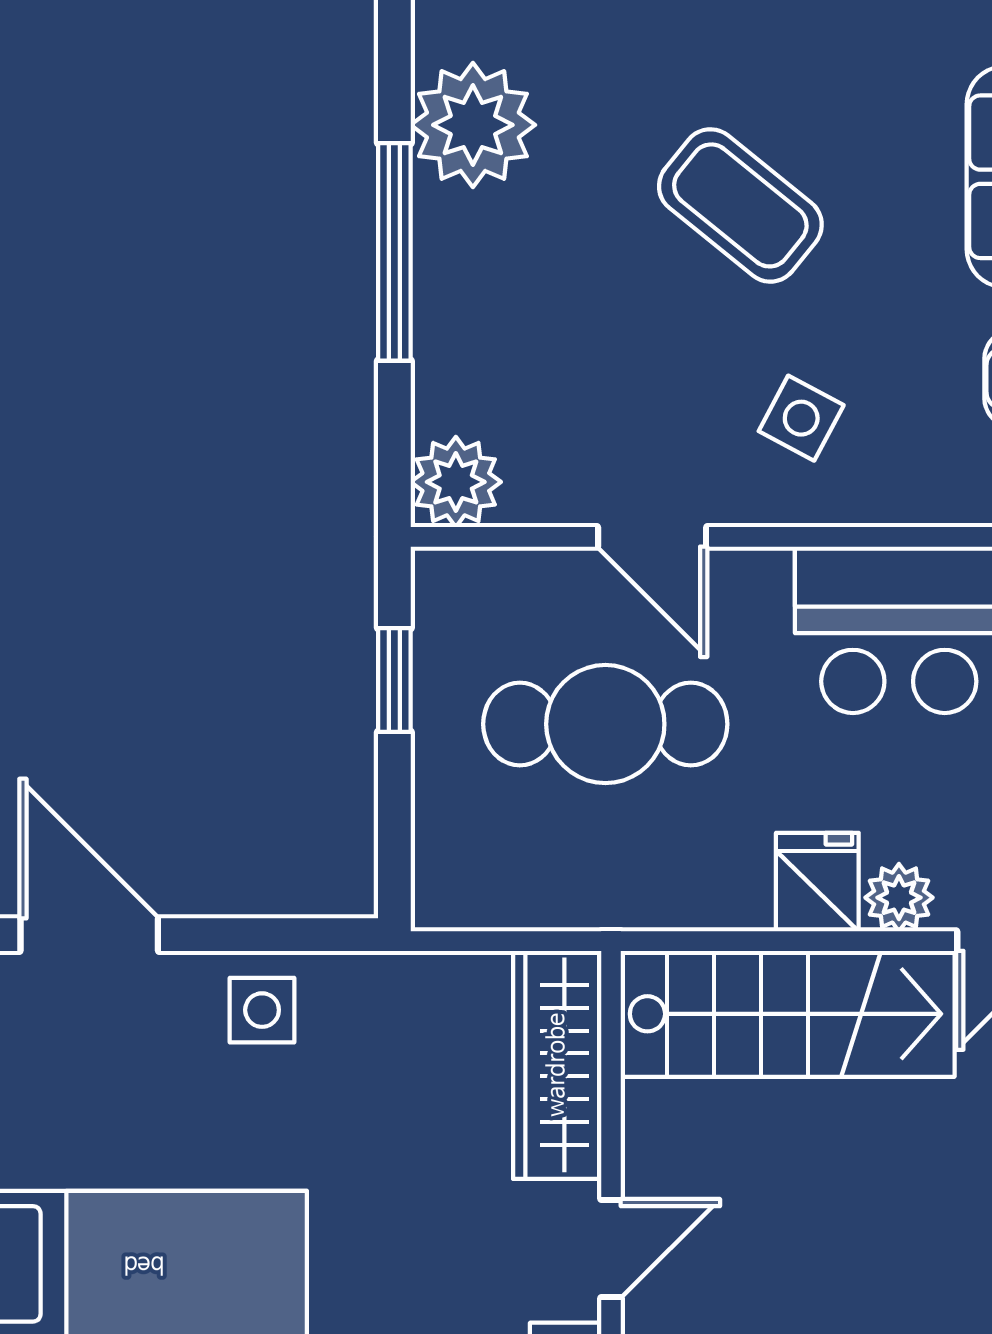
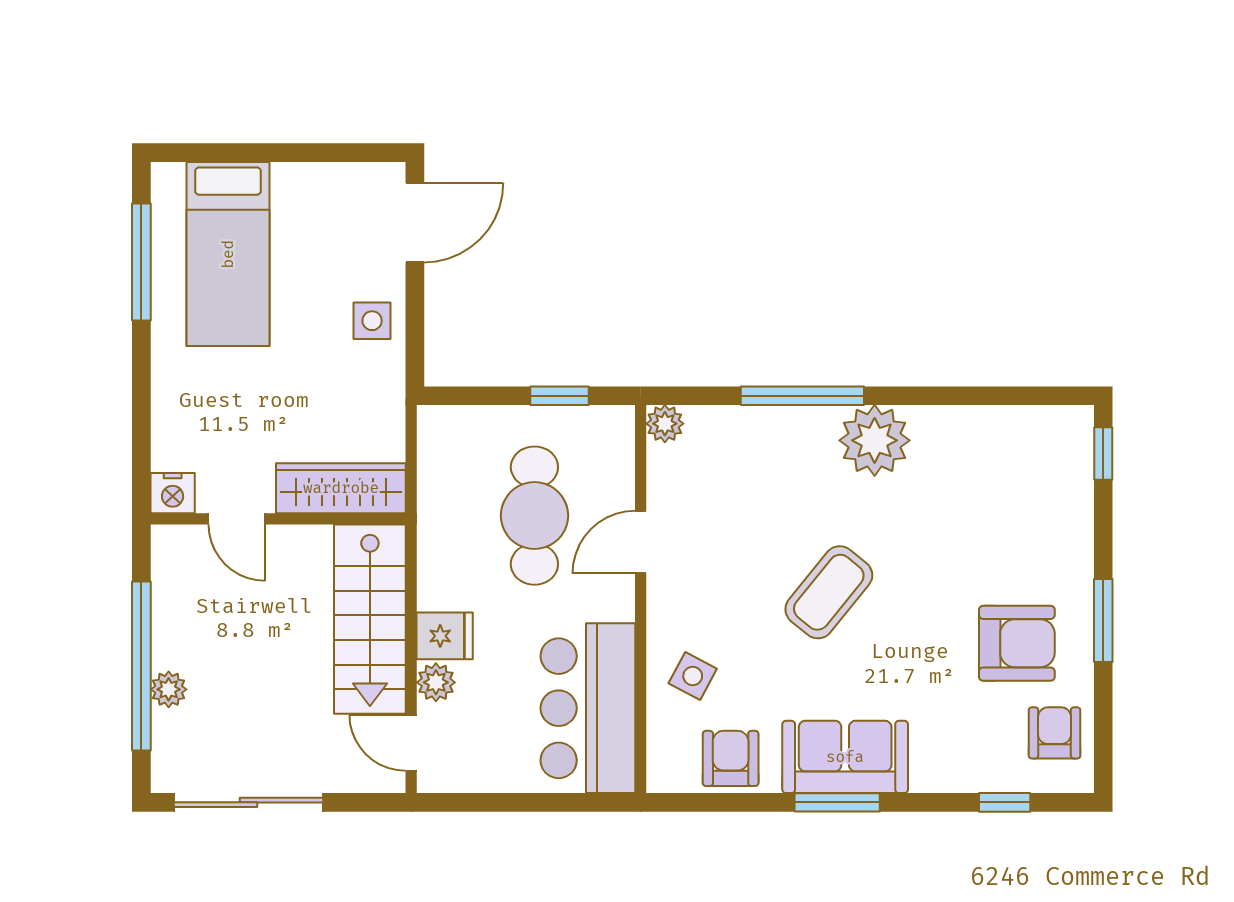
side table: (801, 418) -> (693, 676), moved
plant: (456, 482) -> (665, 424), width x0.73, depth x0.73

